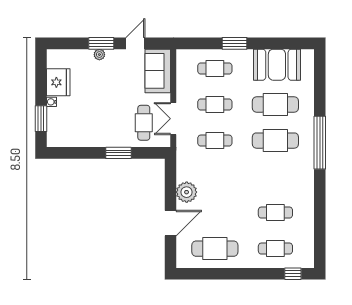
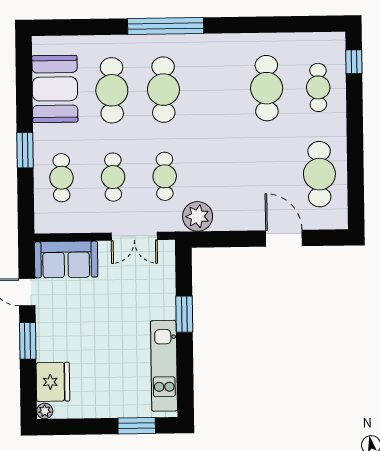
plant: (99, 55) -> (45, 411), moved
fridge: (58, 82) -> (53, 382), moved, turned 90
water cooler: (52, 102) -> (113, 411), removed
cafe table: (144, 123) -> (141, 278), removed
kitchen unit: (83, 138) -> (164, 366), added
plant: (187, 192) -> (198, 216), moved
cafe table: (275, 213) -> (267, 88), width x1.37, depth x1.35

